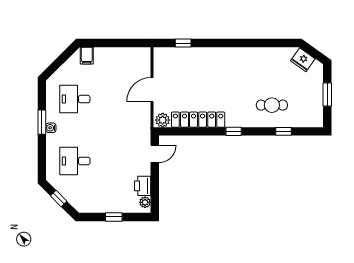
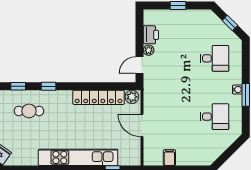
filing cabinet: (87, 56) -> (169, 158), moved
kitchen unit: (220, 56) -> (78, 157), added
door: (152, 90) -> (142, 125), swing flipped
window: (234, 131) -> (49, 86), moved
plant: (145, 202) -> (149, 50), moved

